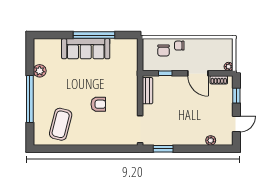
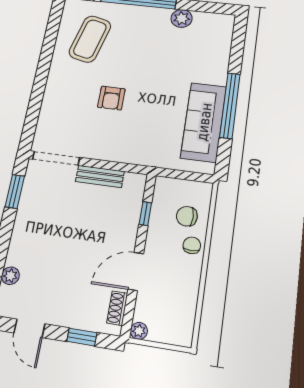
sofa: (86, 49) -> (204, 122), moved
bench: (147, 91) -> (100, 176), moved
coffee table: (61, 124) -> (90, 39), turned 90

